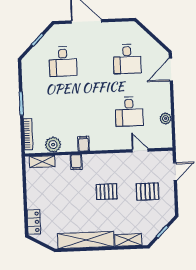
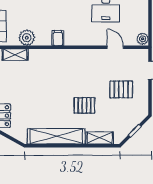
plant: (166, 119) -> (143, 39), moved
filing cabinet: (76, 162) -> (50, 56), removed
pallet: (107, 192) -> (84, 105), moved

